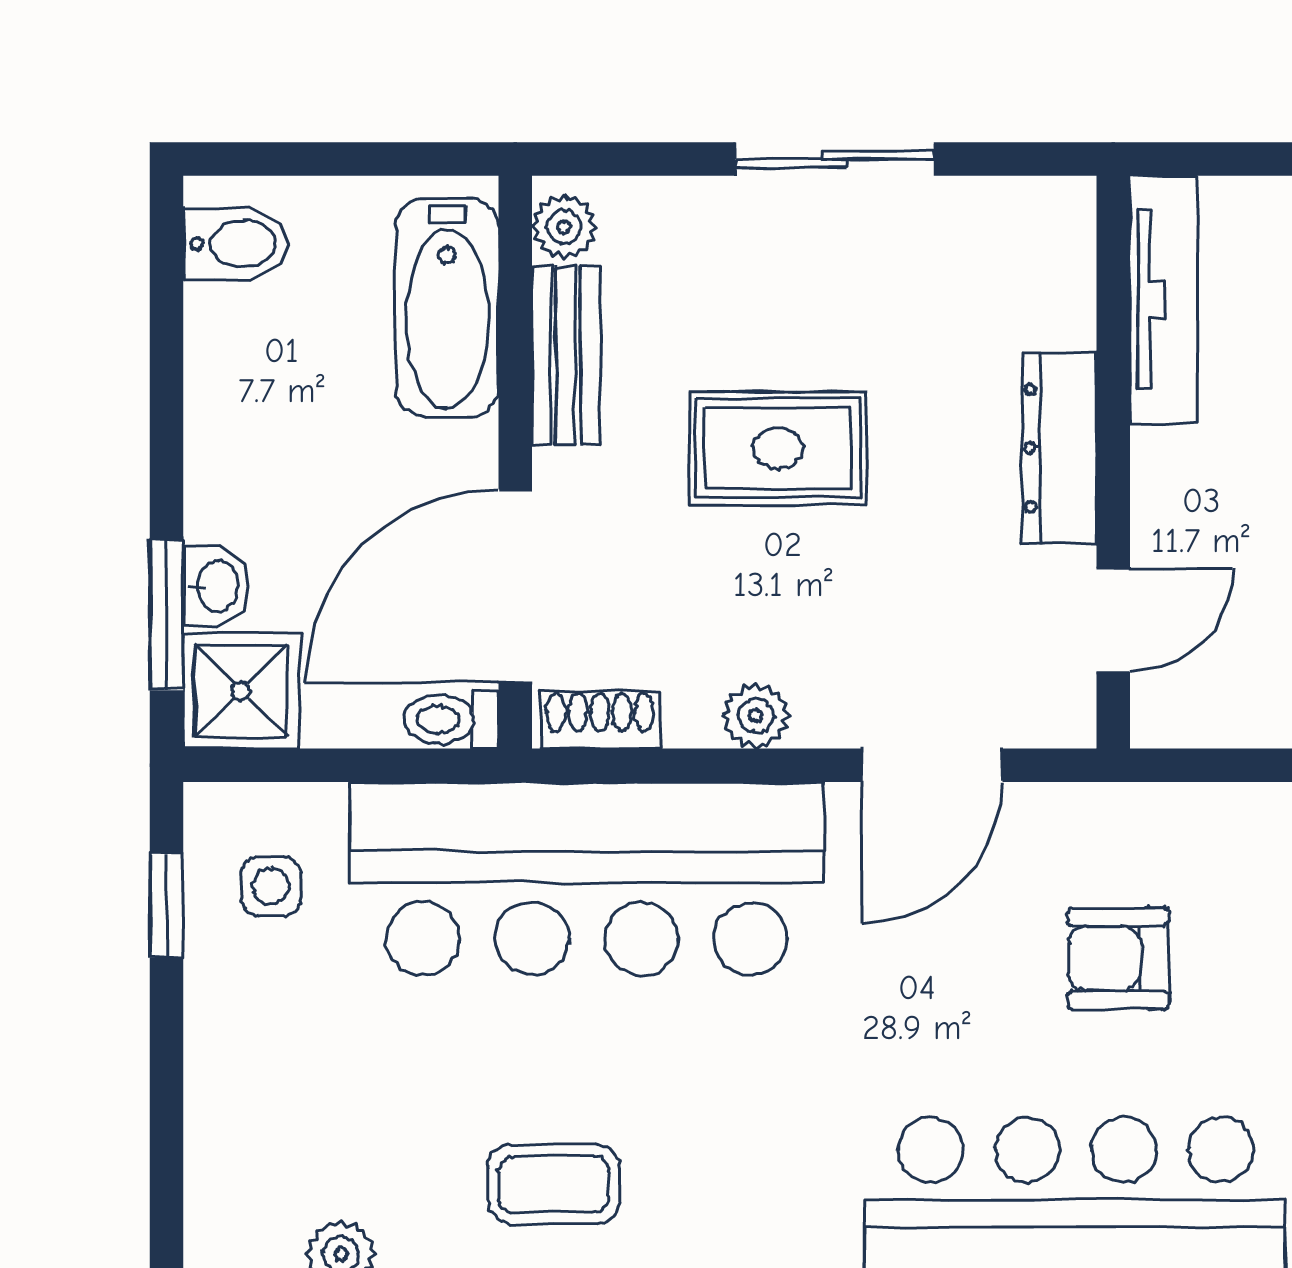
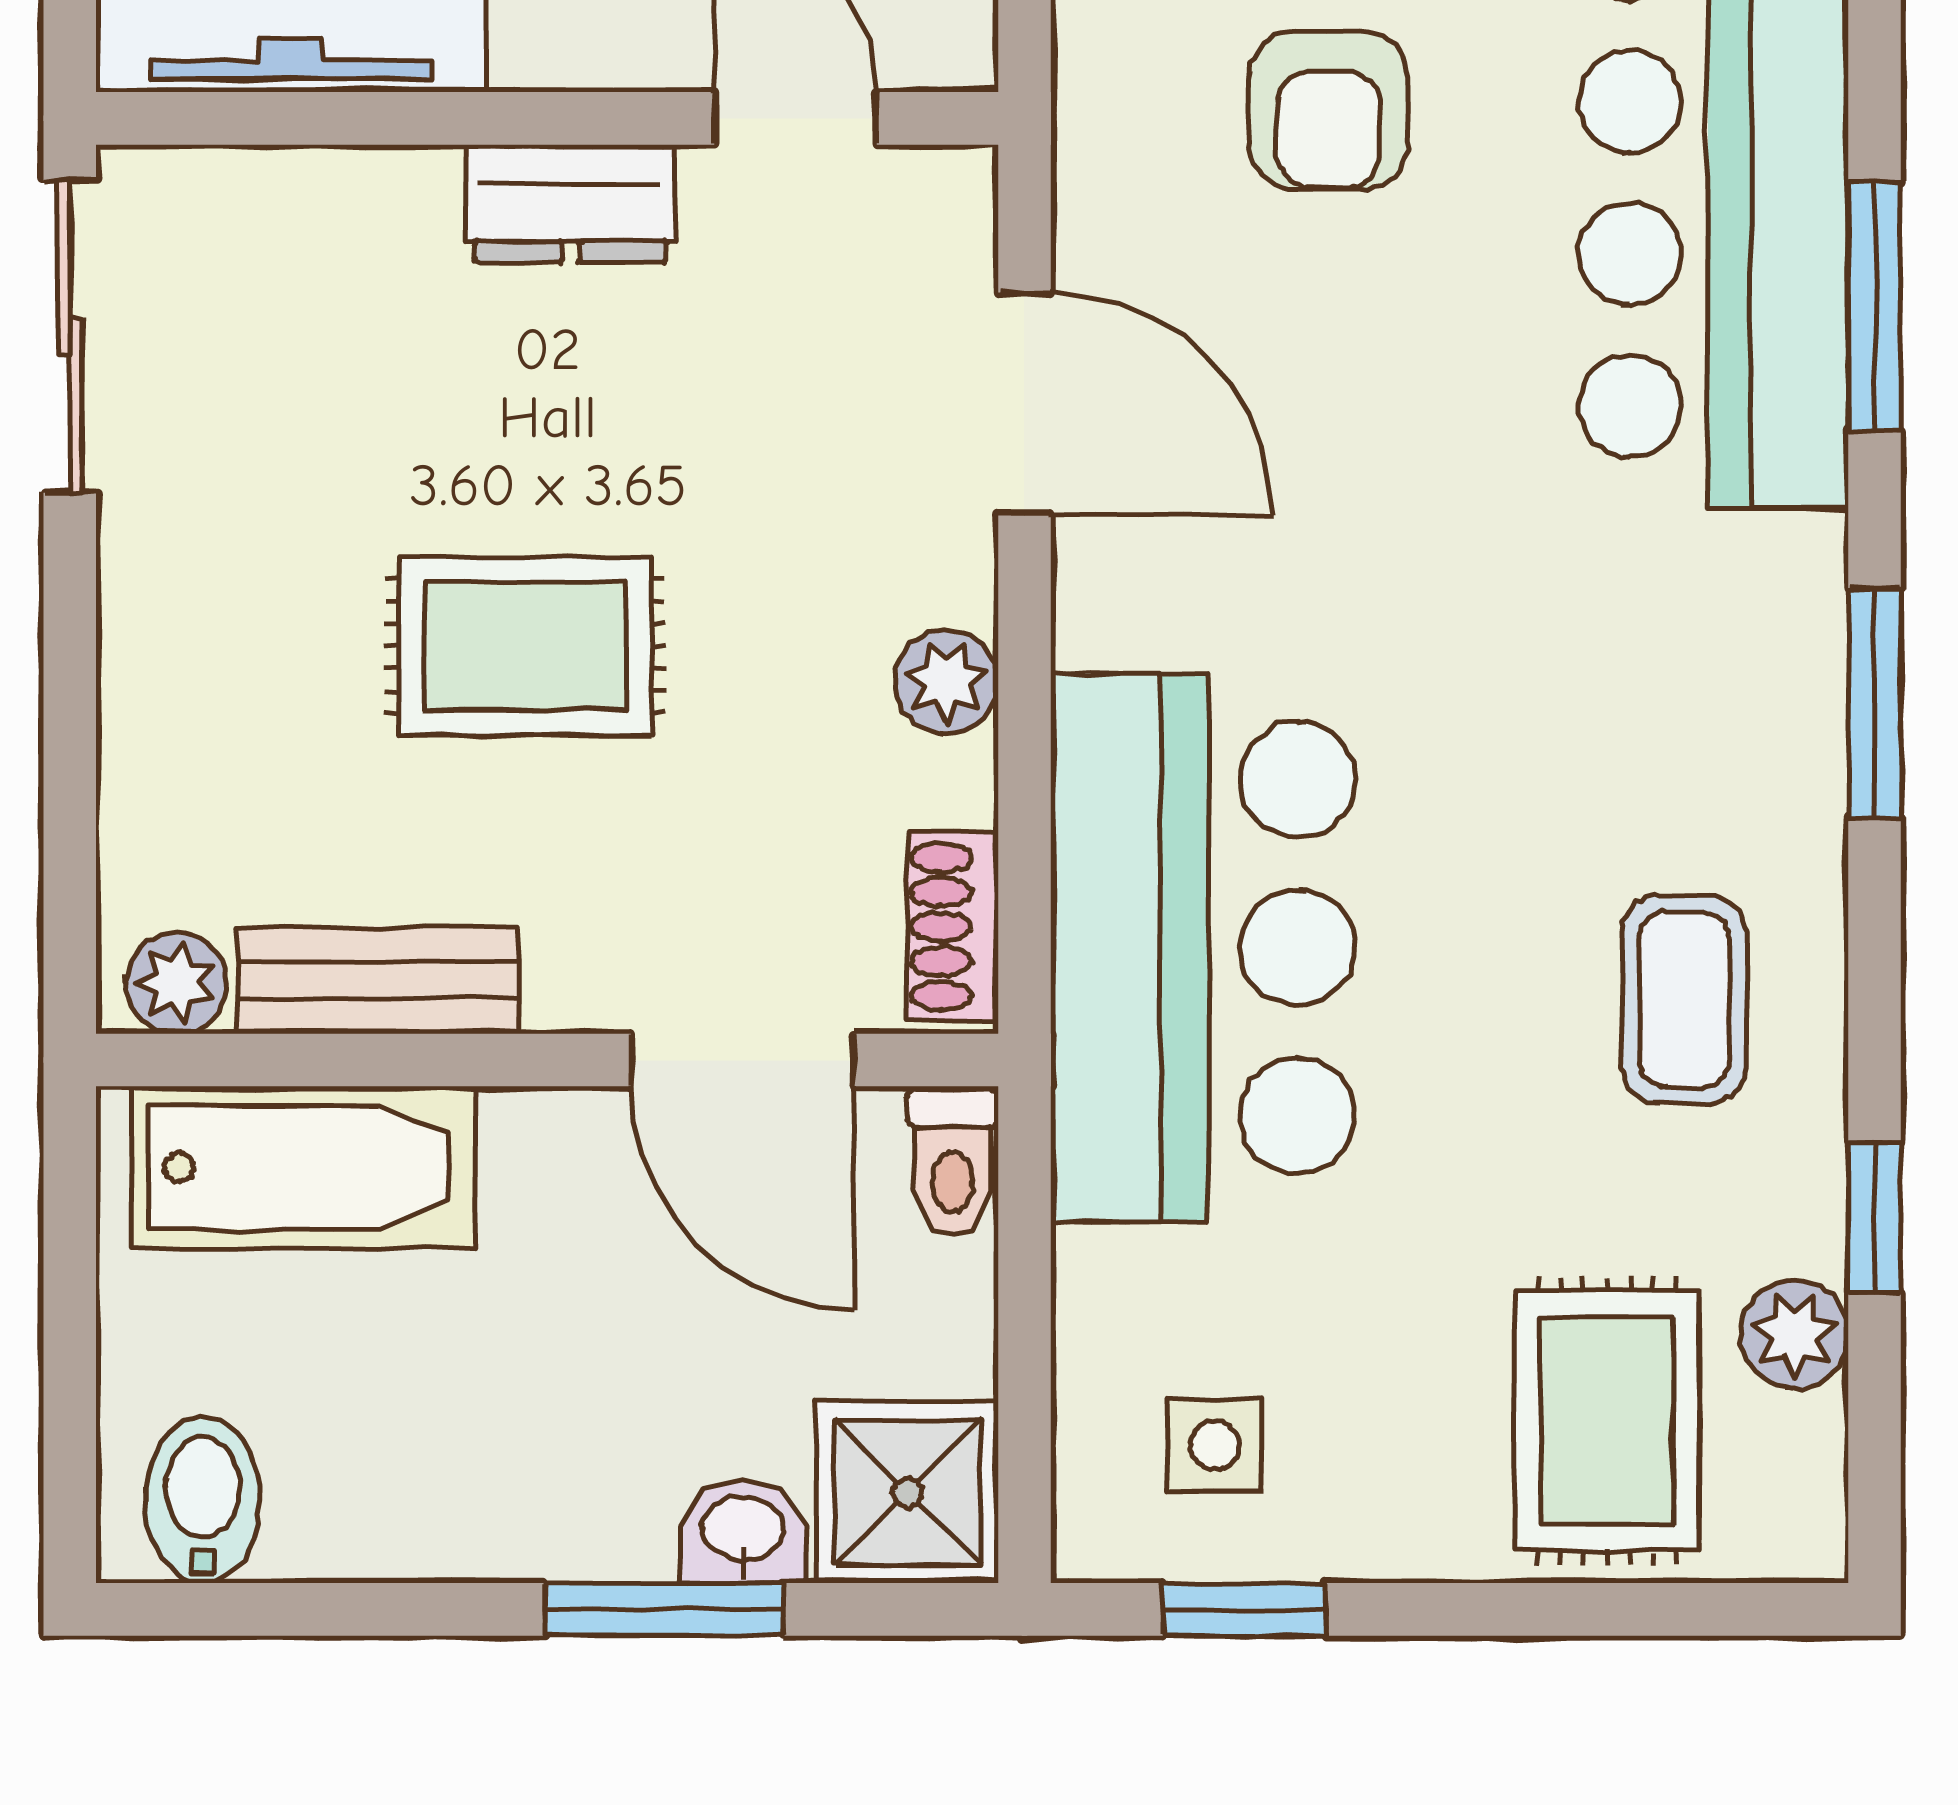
sliding door: (835, 159) -> (70, 337), moved
rug: (778, 448) -> (525, 646), turned 90
dresser: (1059, 448) -> (570, 203), width x0.70
door: (515, 586) -> (742, 1060), width x0.73
window: (166, 615) -> (664, 1609), moved
bar counter: (587, 879) -> (1203, 948), width x0.73
rug: (286, 1135) -> (1607, 1421), added

